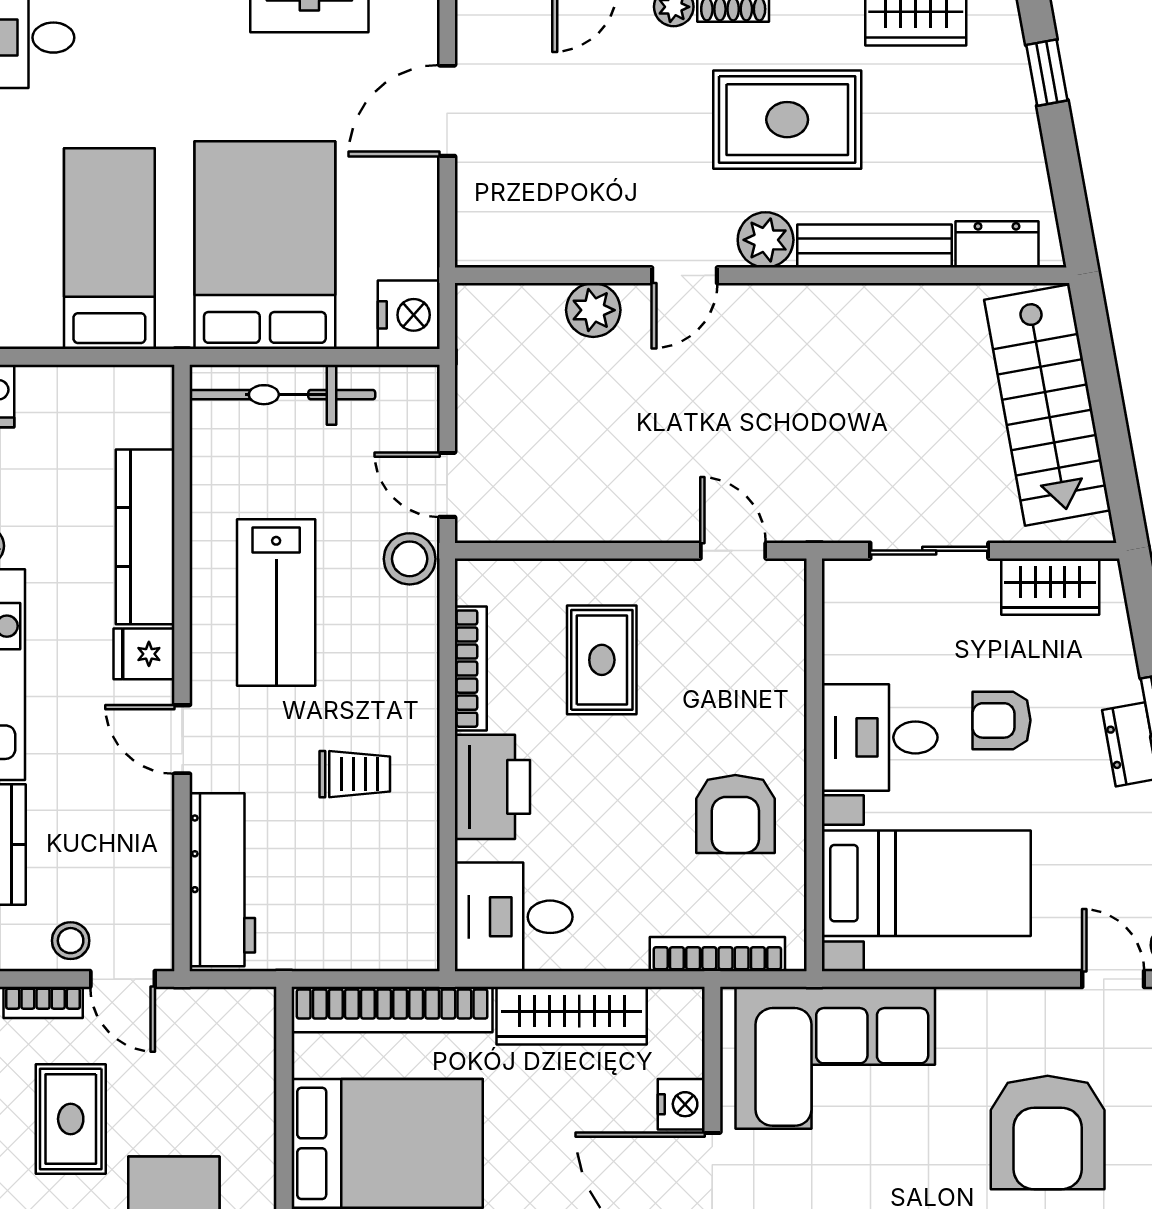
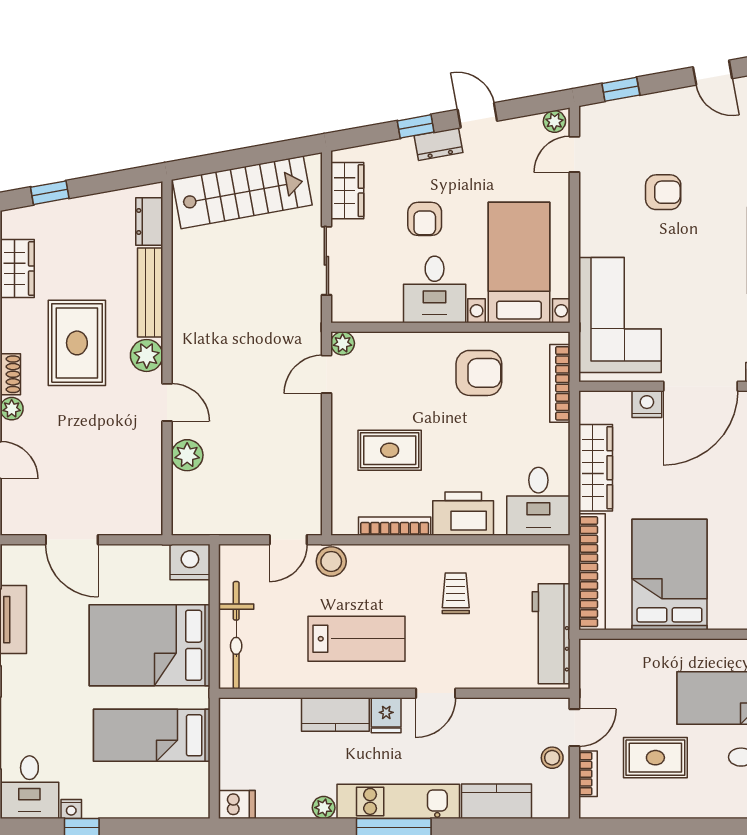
kitchen counter: (145, 537) -> (335, 715), width x0.67
plant: (786, 579) -> (343, 343), added
workbench: (222, 880) -> (551, 634), moved, turned -90
armchair: (1048, 1133) -> (663, 192), width x0.53, depth x0.53

